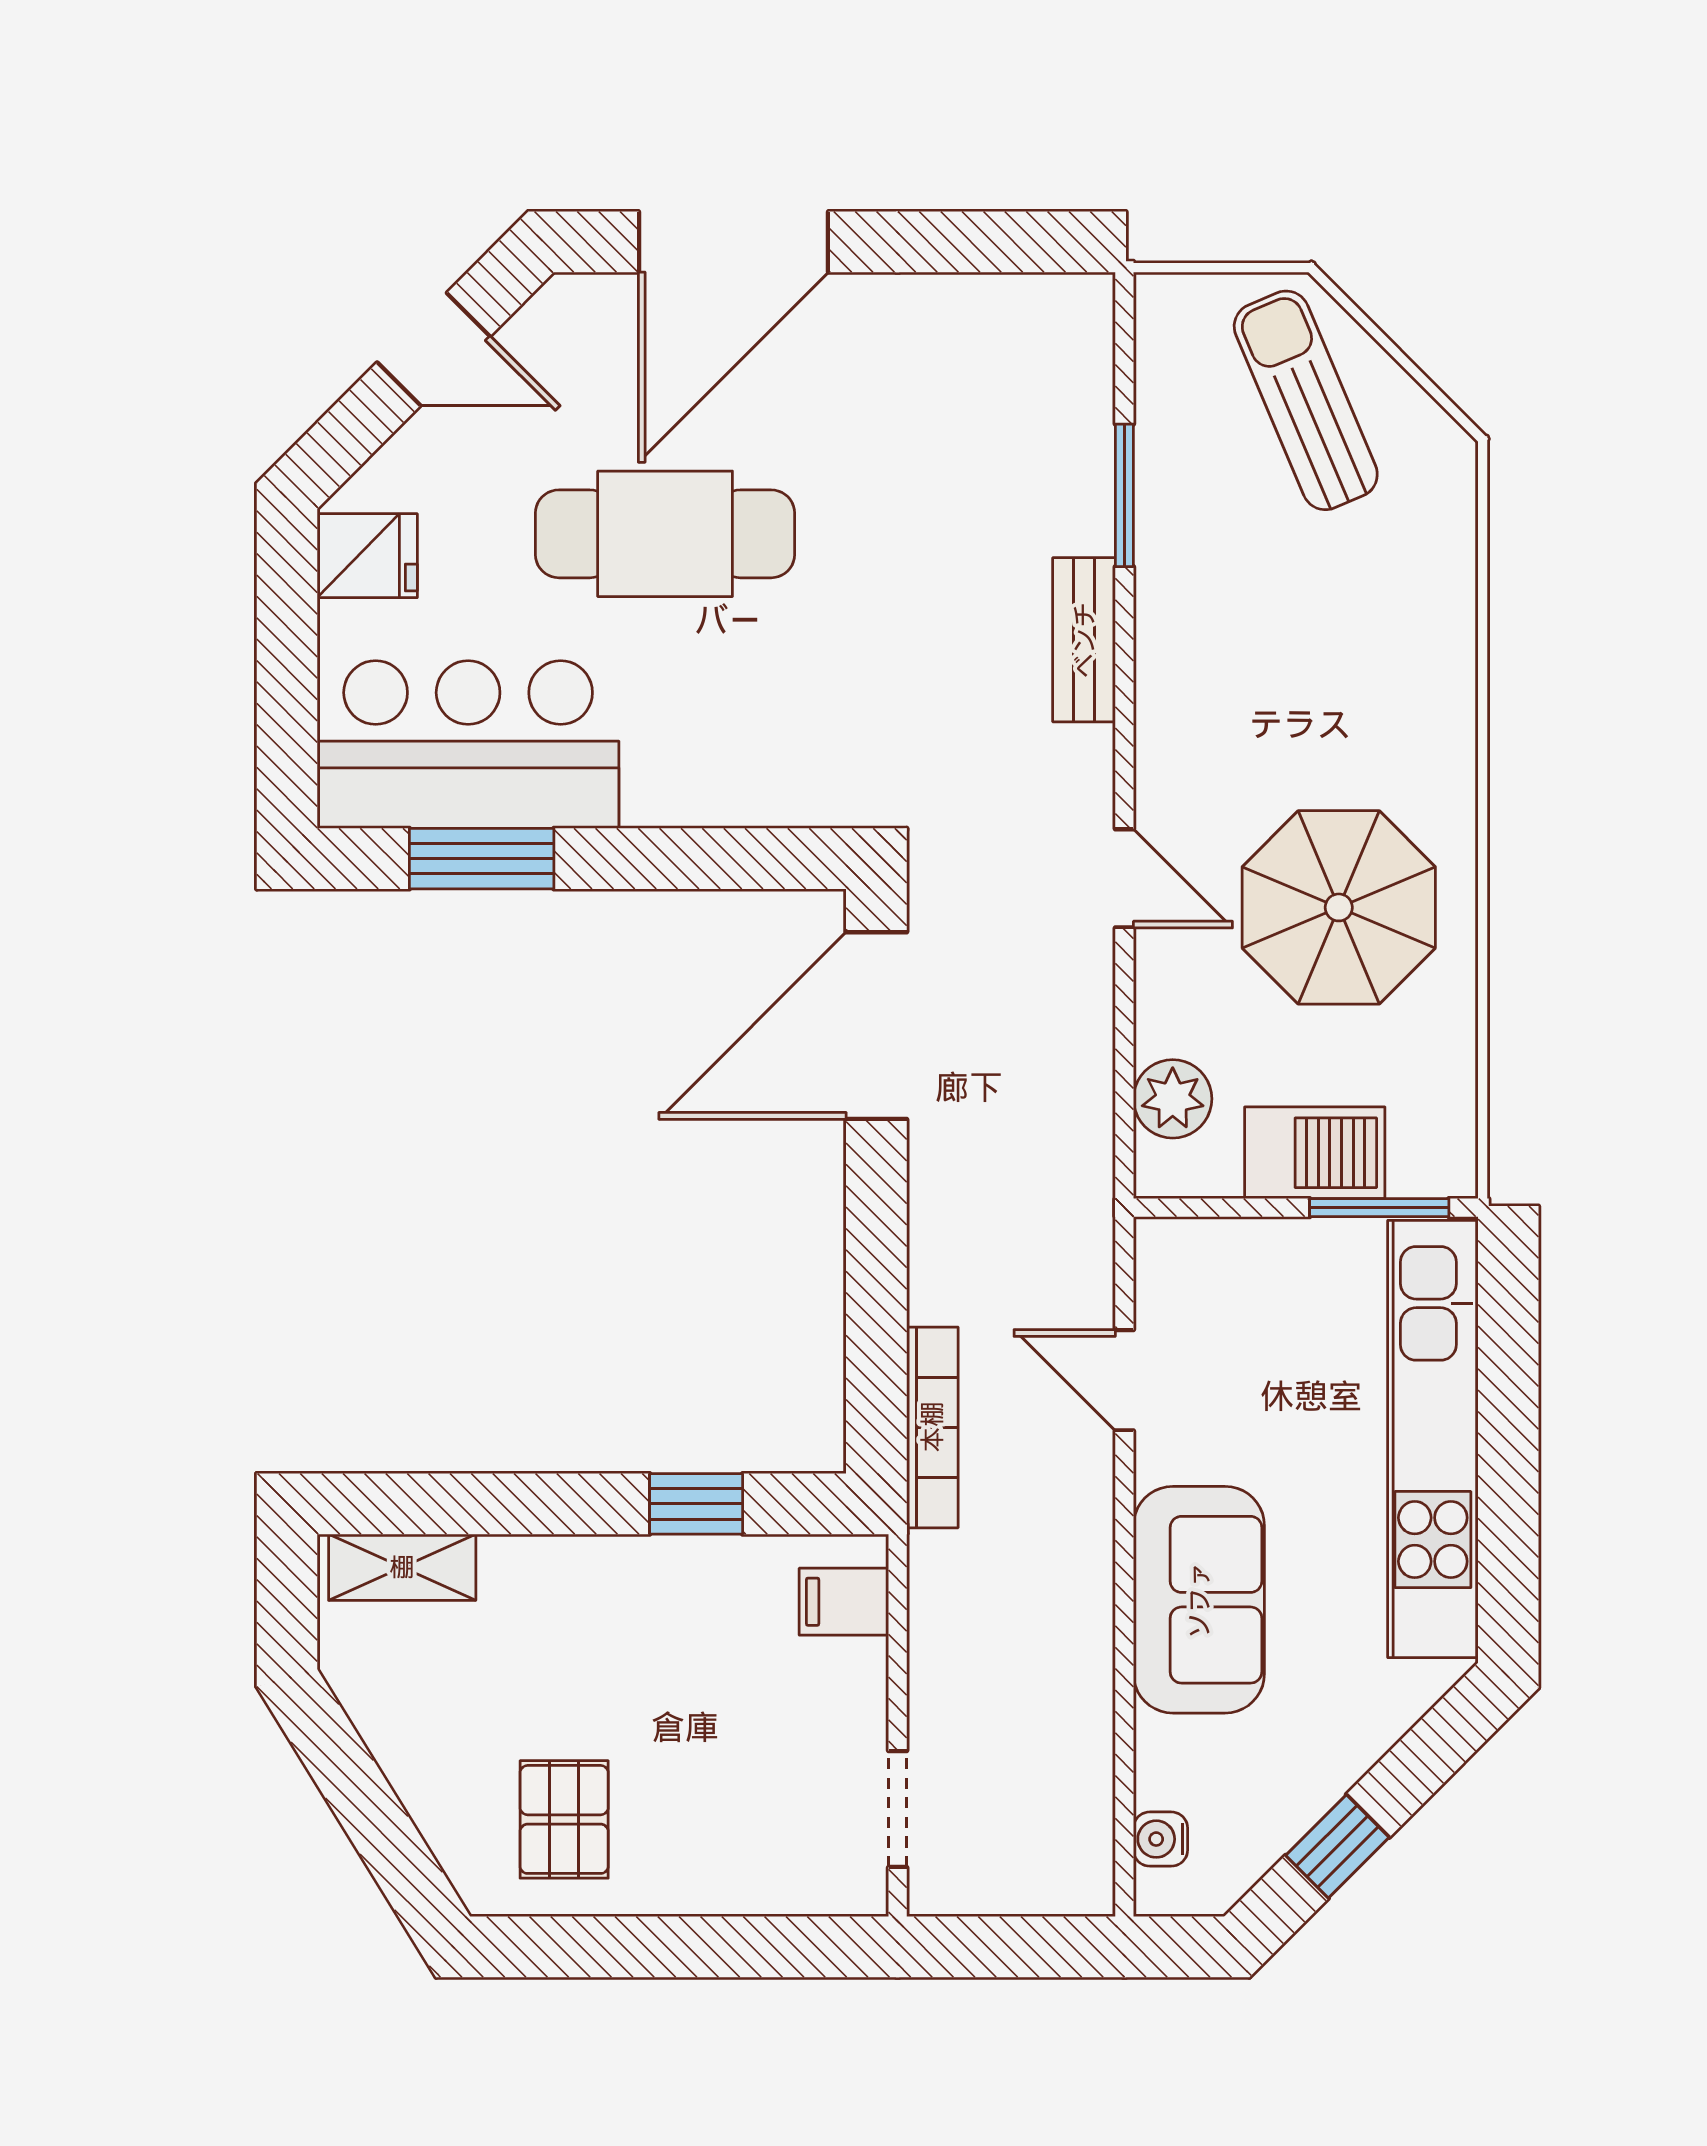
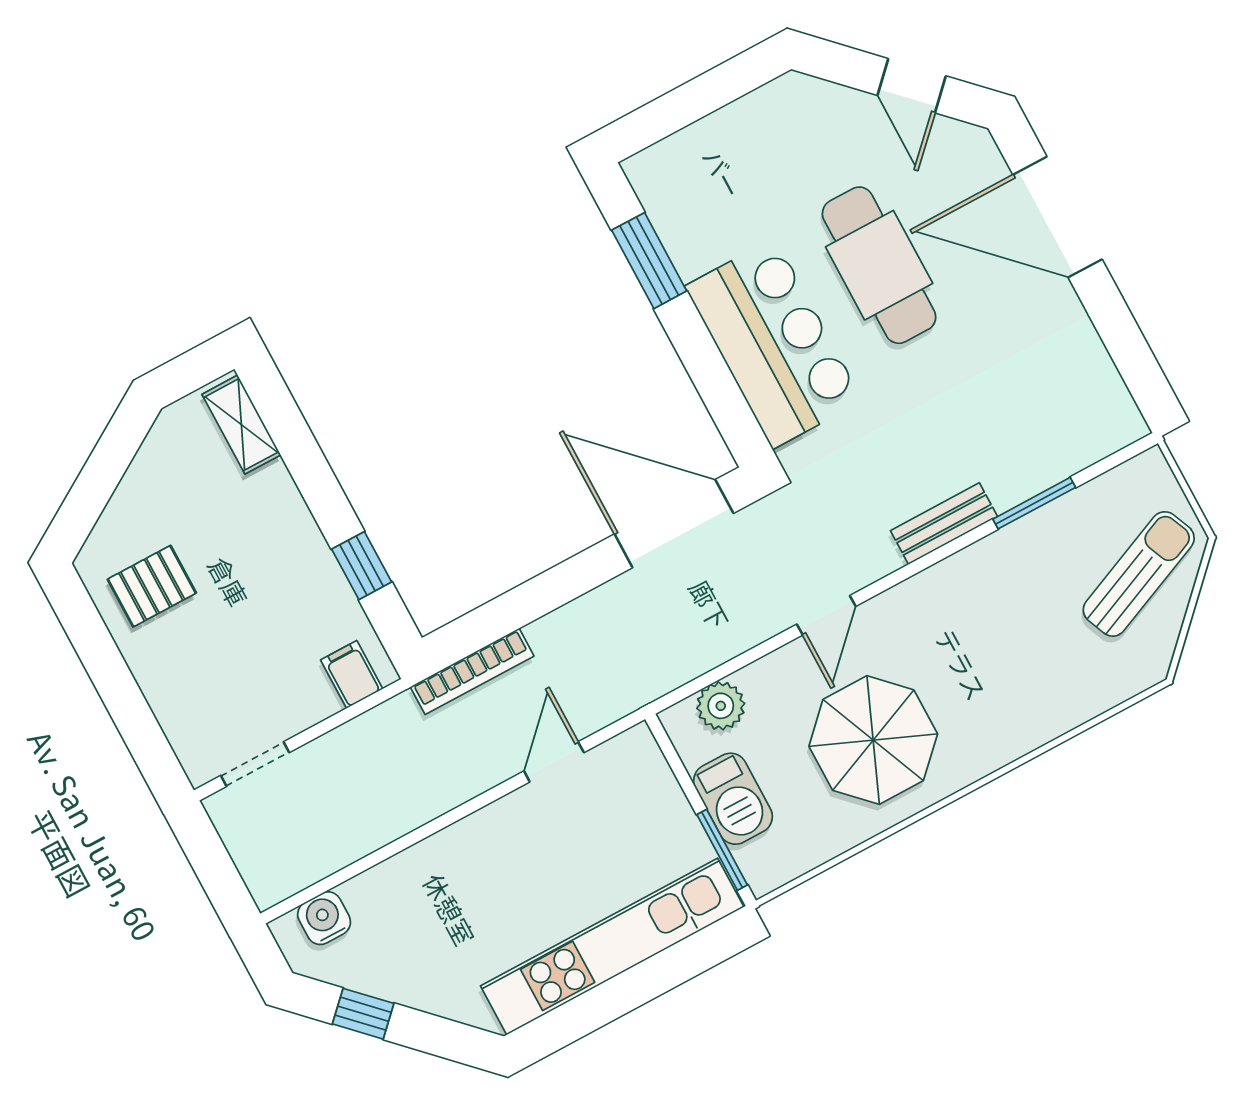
fridge: (367, 556) -> (780, 110), removed
bar counter: (468, 744) -> (774, 343), moved
sofa: (1199, 1600) -> (457, 866), removed
water cooler: (1160, 1839) -> (324, 918), width x1.38, depth x1.38

